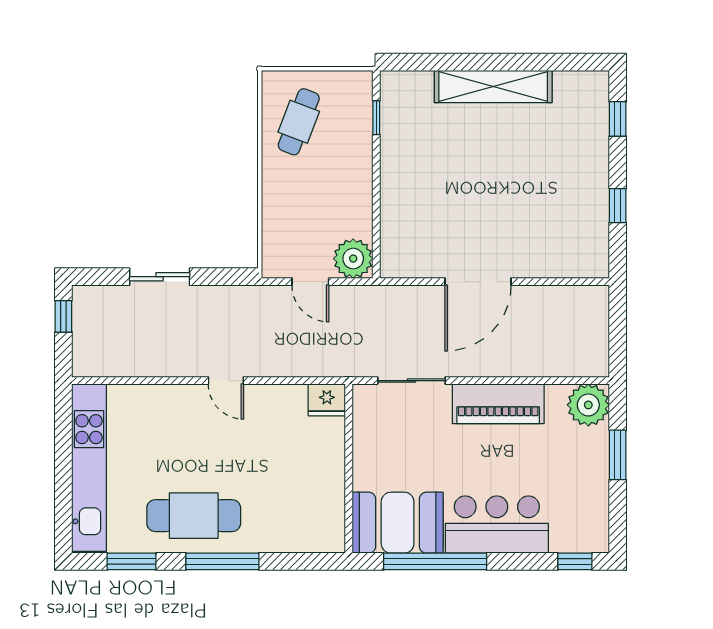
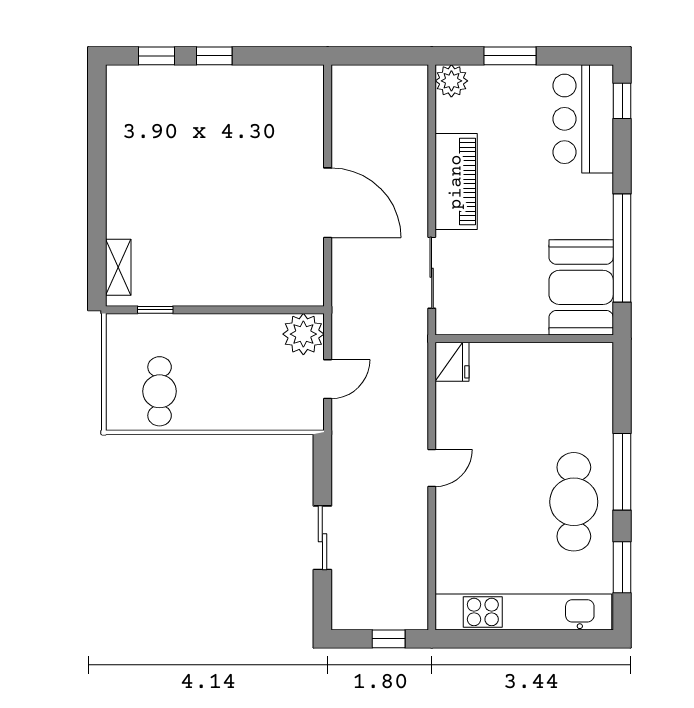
shelving: (493, 87) -> (118, 267), moved, width x0.45, depth x0.75
cafe table: (299, 122) -> (160, 391), turned 69
window: (618, 206) -> (214, 56), moved
window: (63, 316) -> (389, 639), moved
plant: (588, 405) -> (451, 81), width x0.73, depth x0.73
bar counter: (497, 525) -> (583, 119), moved

